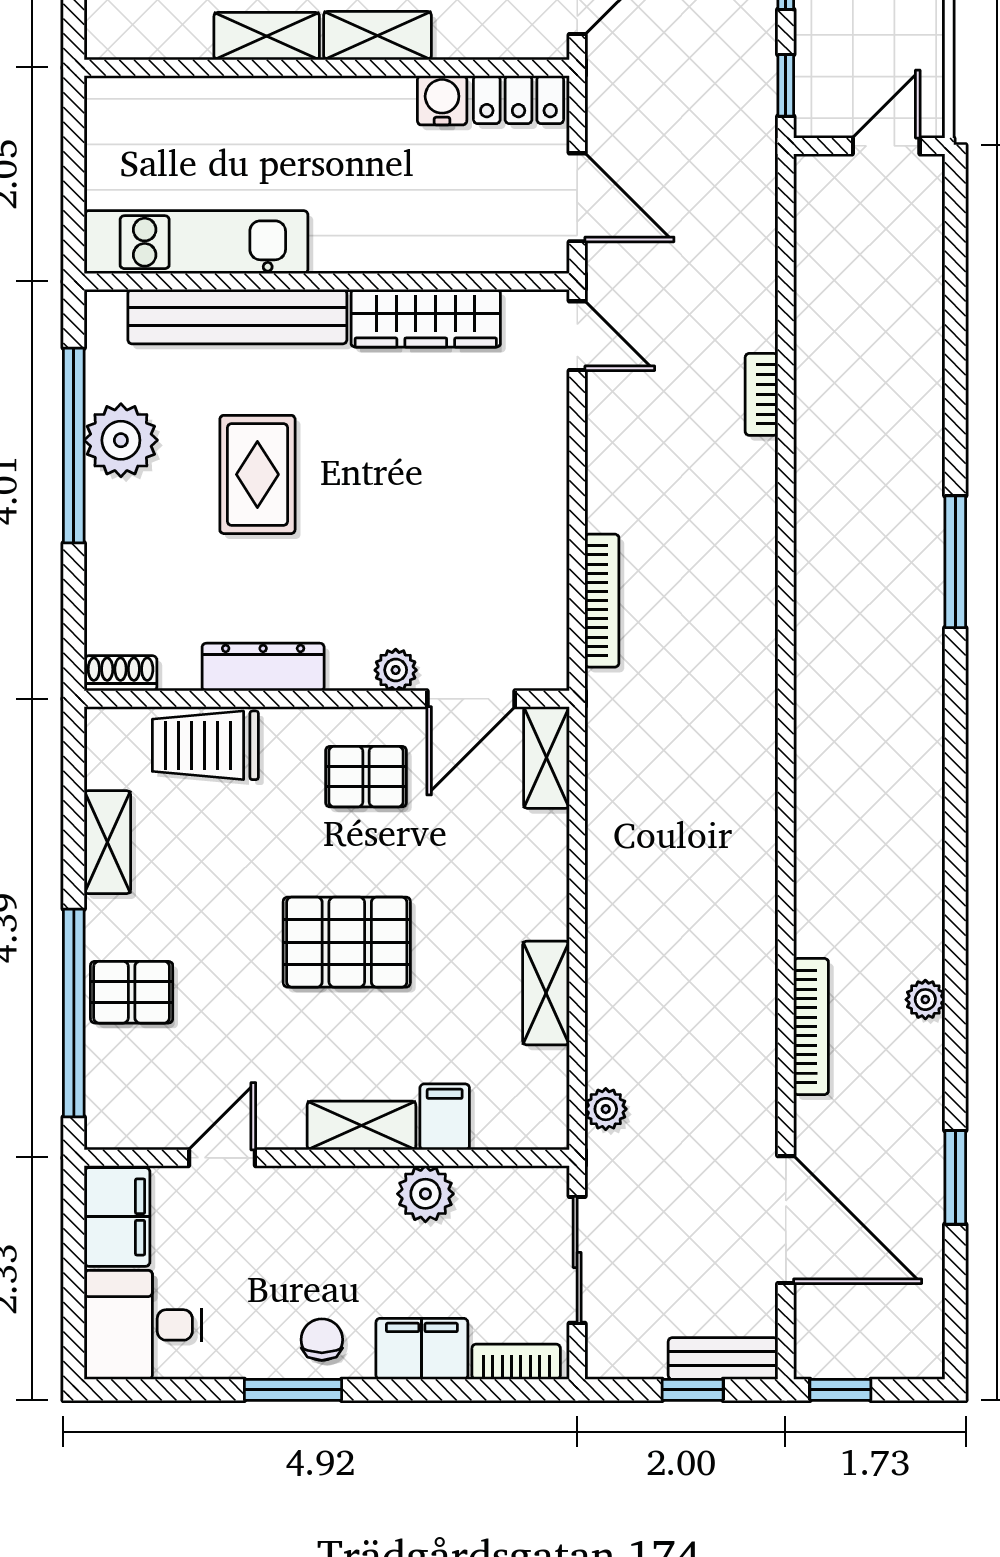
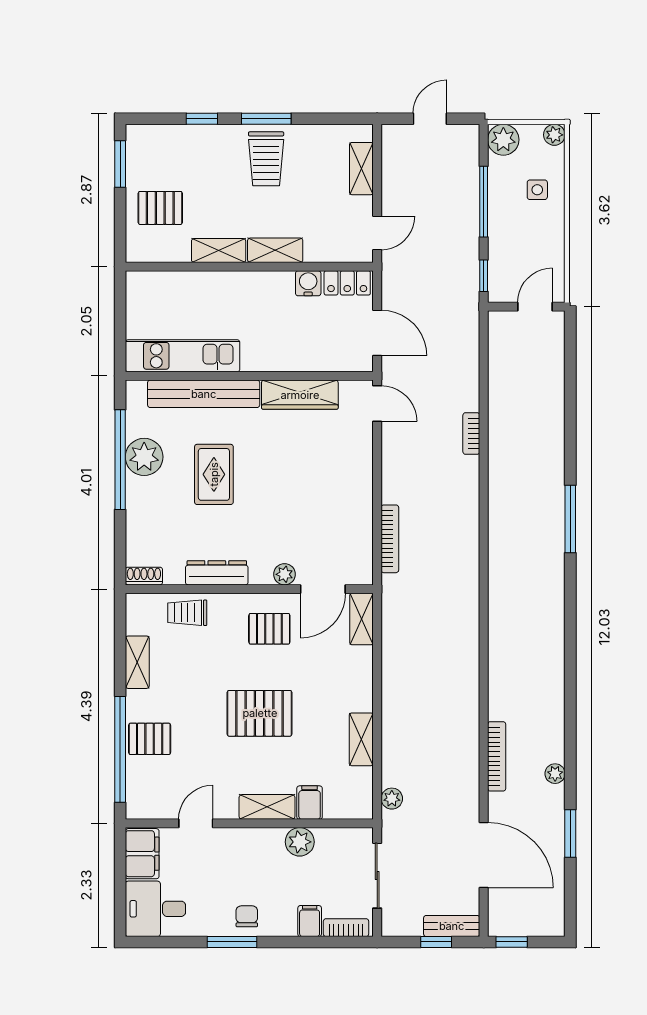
trolley: (205, 745) -> (187, 613), width x0.73, depth x0.72
plant: (925, 1000) -> (555, 774), moved
filing cabinet: (422, 1349) -> (310, 921), width x0.50

